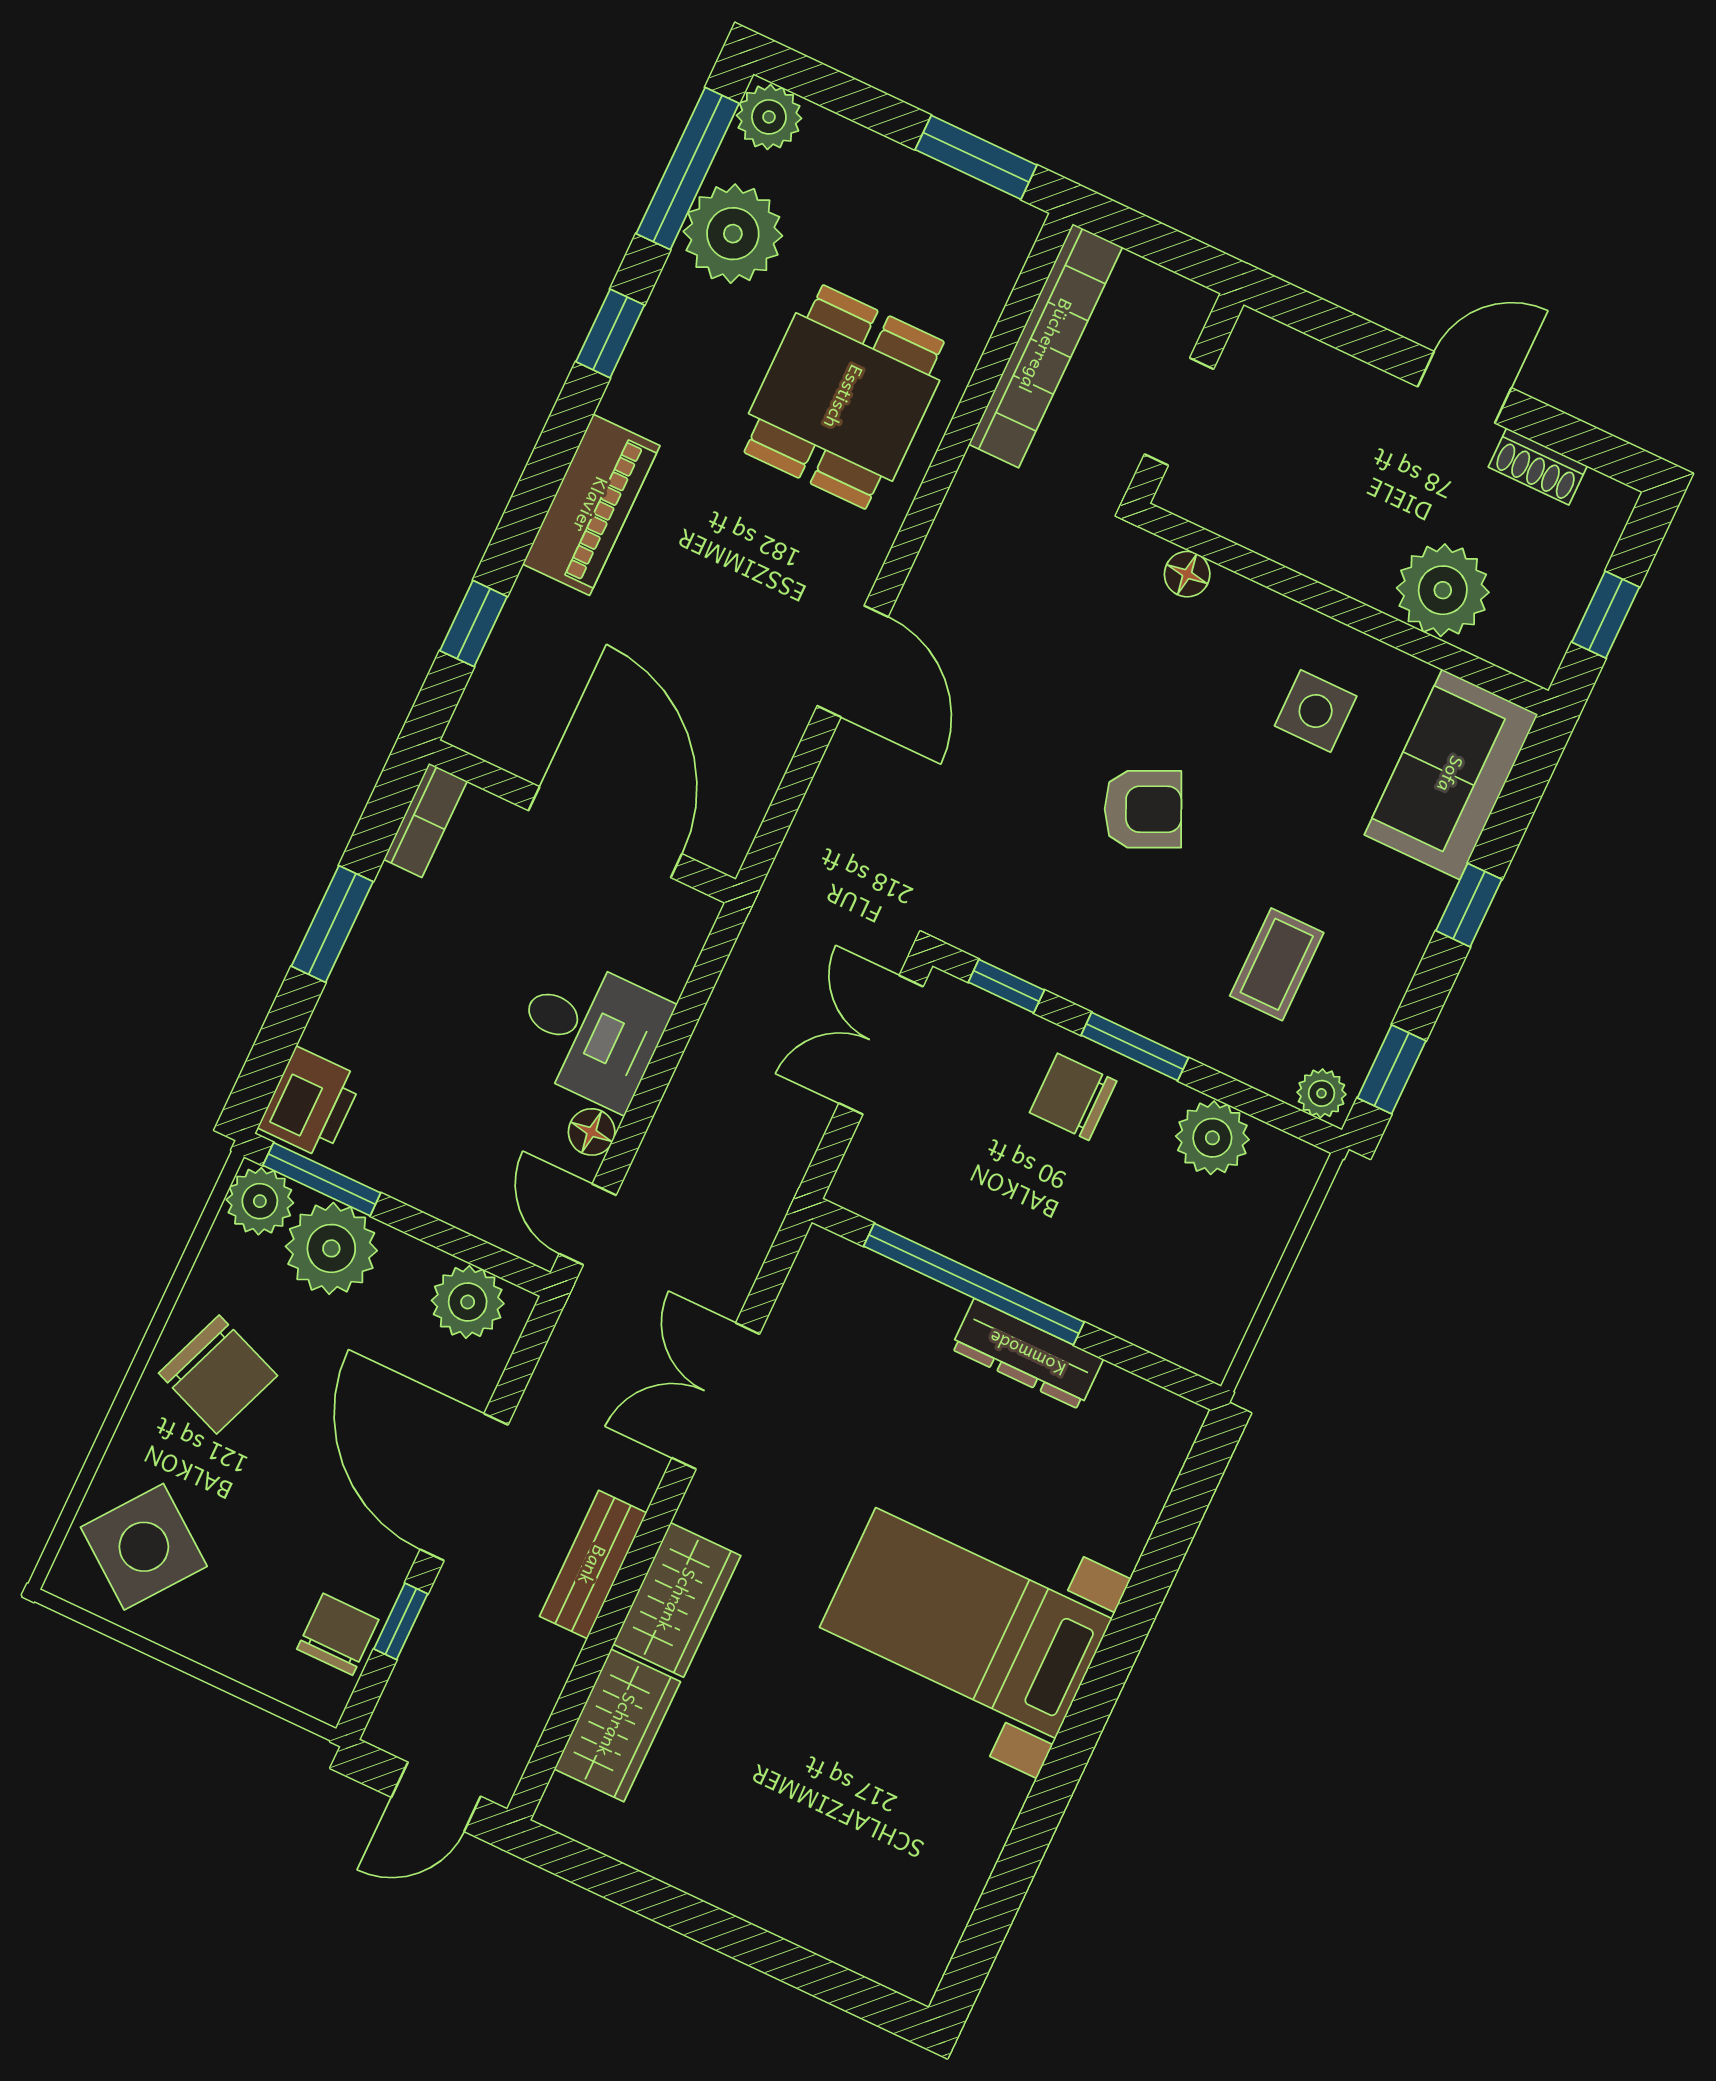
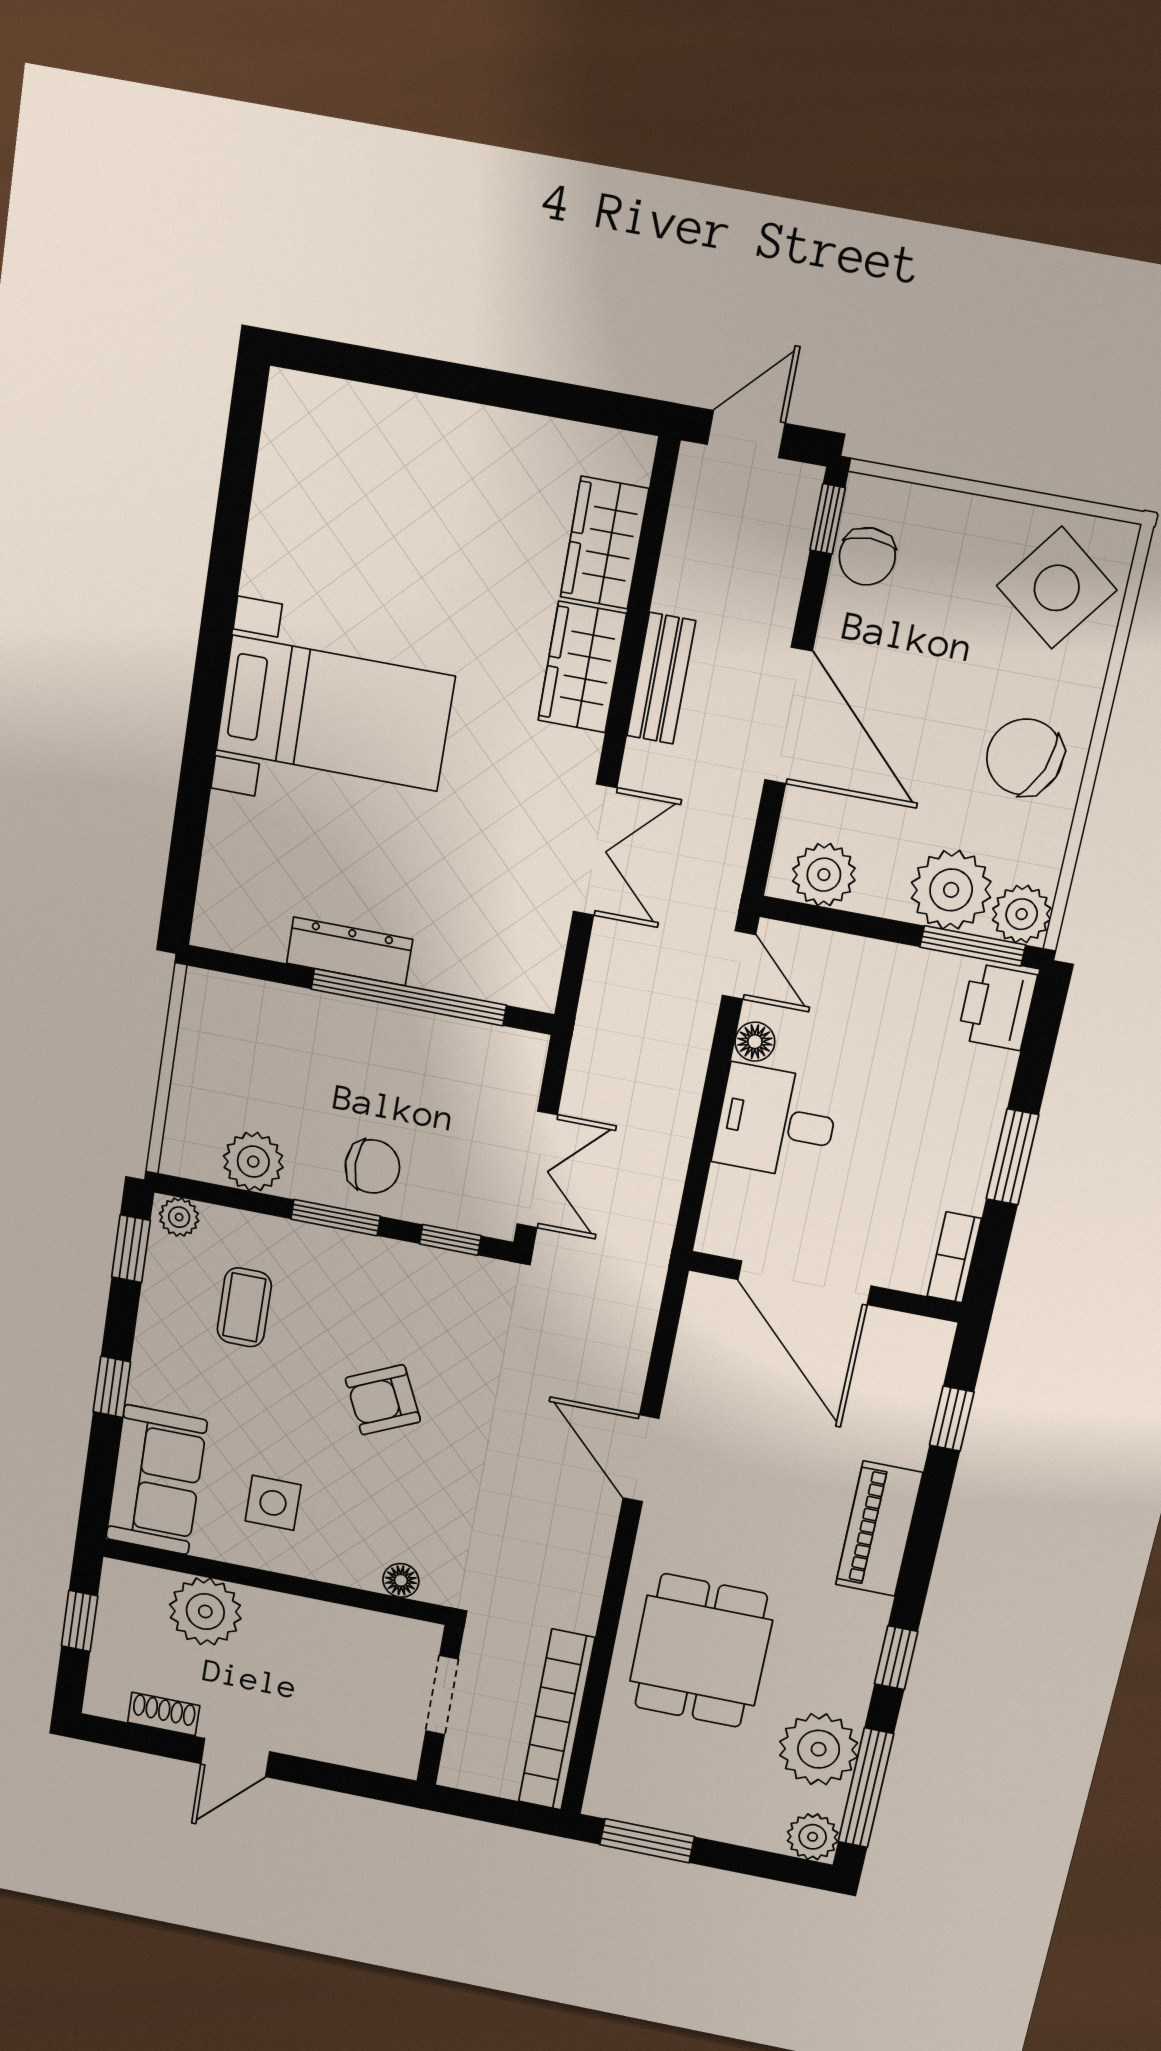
window: (401, 1621) -> (828, 519), moved

